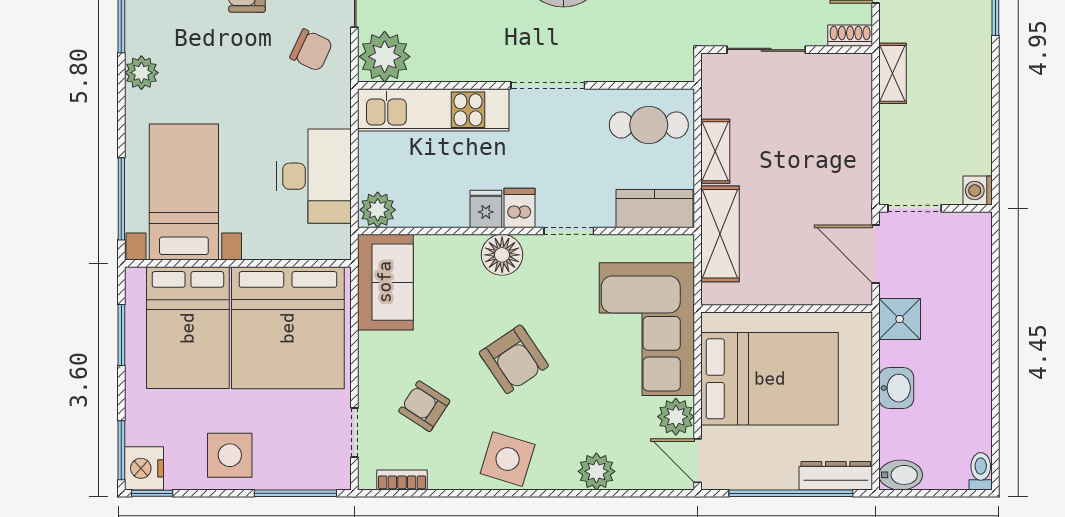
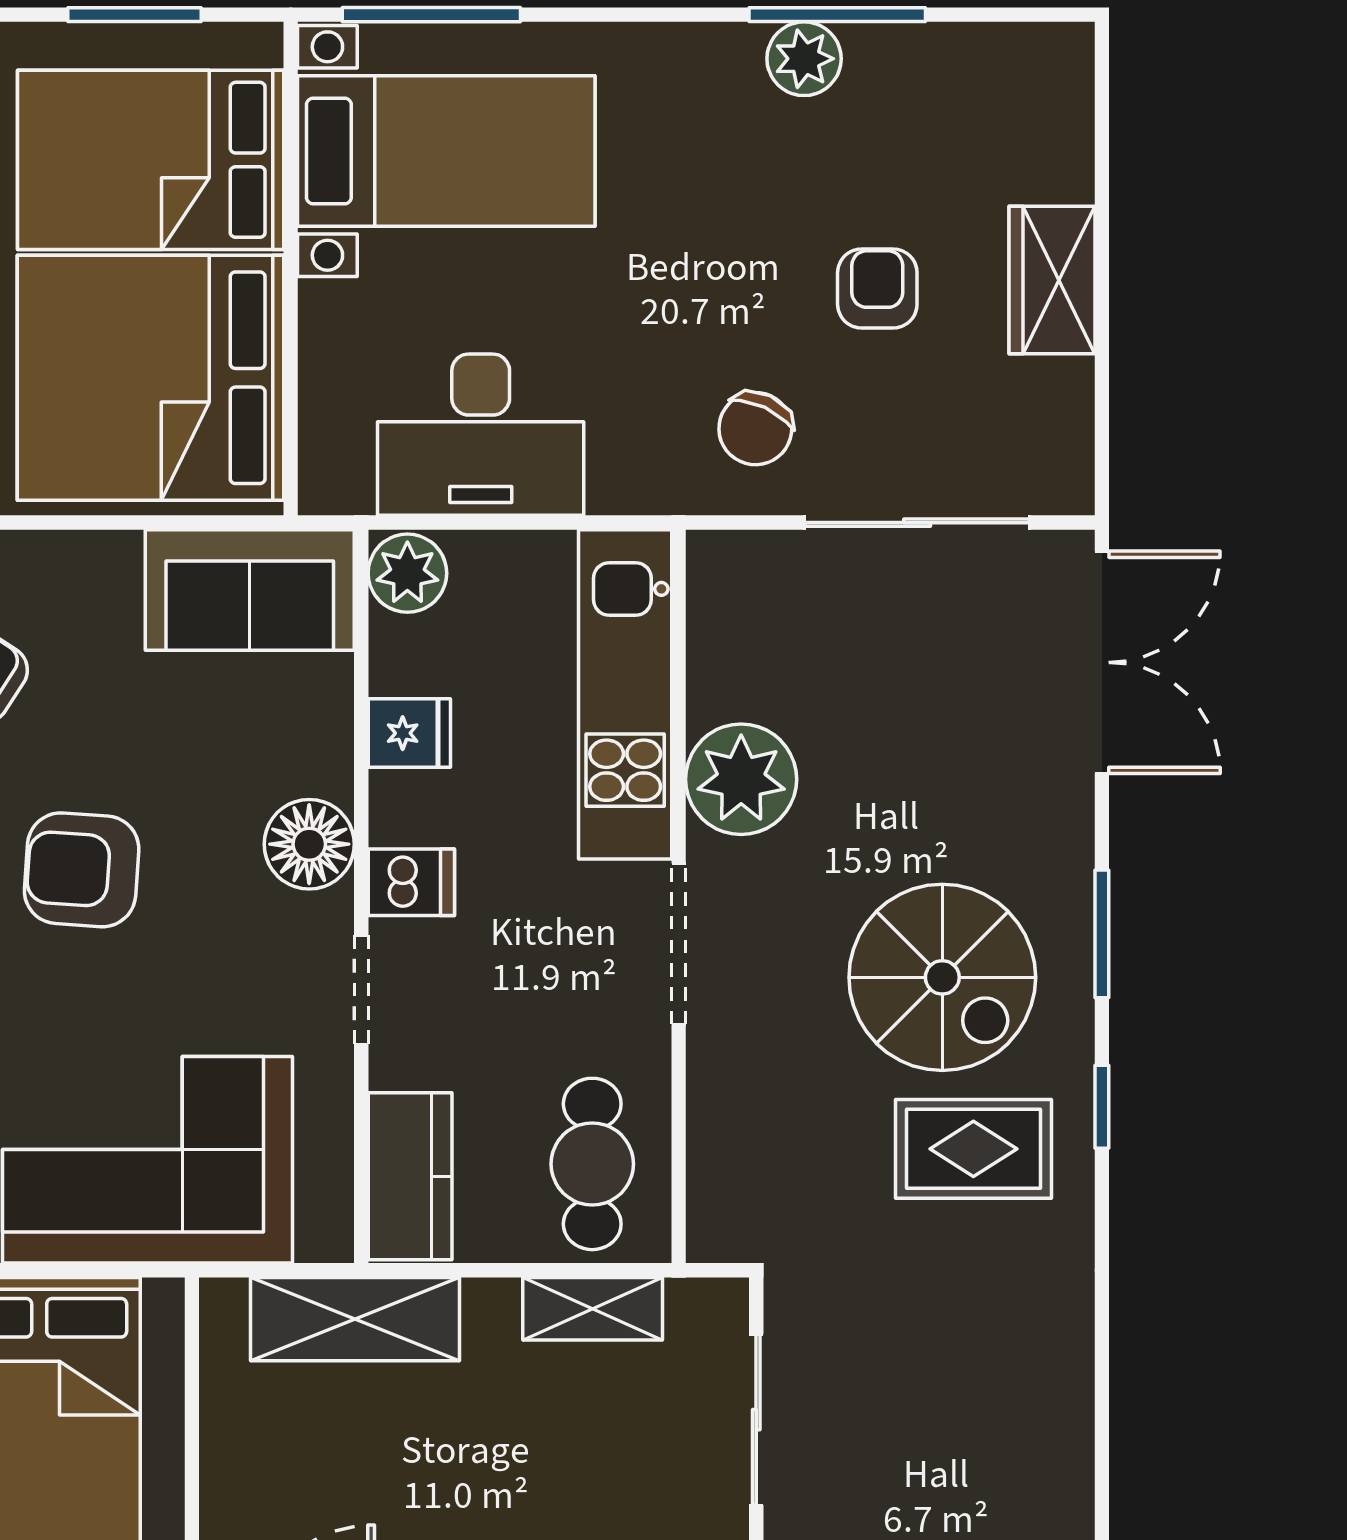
plant: (385, 57) -> (741, 779), moved
plant: (141, 73) -> (804, 59), moved
shelving: (715, 151) -> (593, 1309), moved
fridge: (486, 209) -> (409, 733), moved
armchair: (514, 359) -> (82, 870), turned 38

